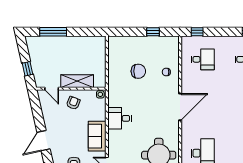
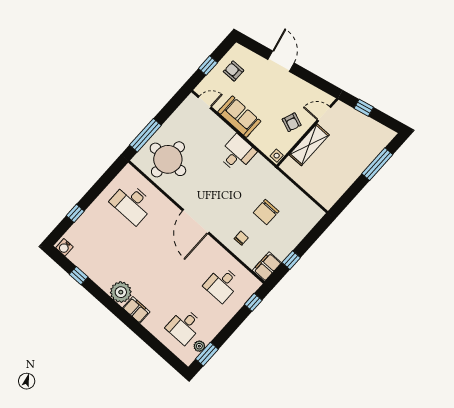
filing cabinet: (169, 43) -> (267, 267), added

